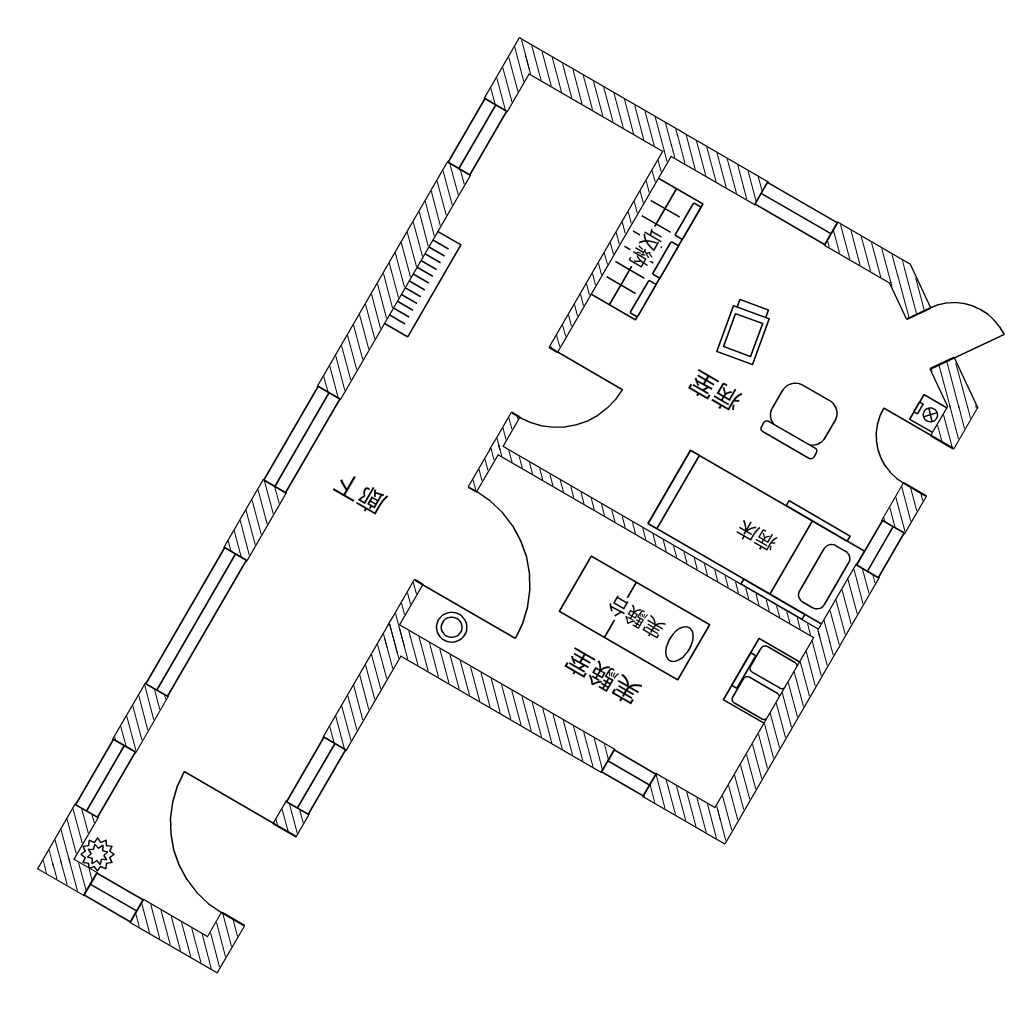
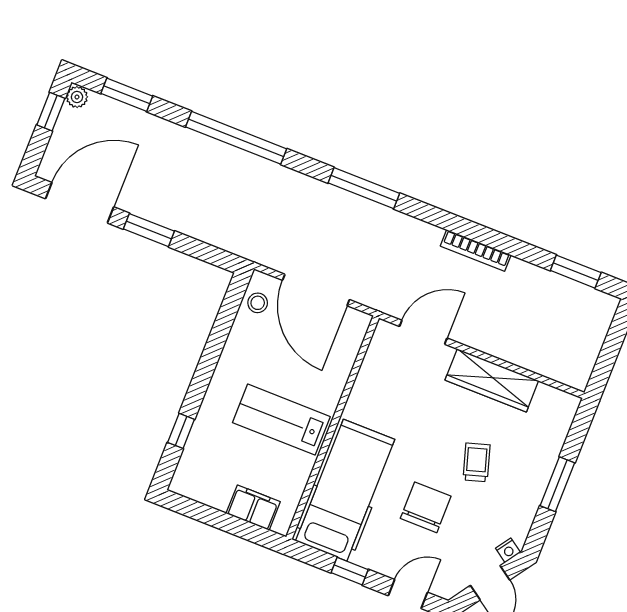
wardrobe: (647, 249) -> (492, 380), moved
trolley: (744, 331) -> (477, 462), turned 83
door: (534, 382) -> (423, 332), swing flipped
nightstand: (929, 414) -> (508, 550), moved, turned -55
chair: (801, 419) -> (426, 507), turned -90
door: (446, 536) -> (316, 290), hinge flipped
lab bench: (635, 618) -> (281, 420), turned -90

